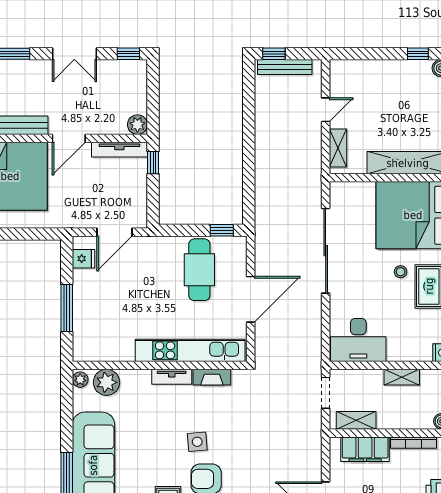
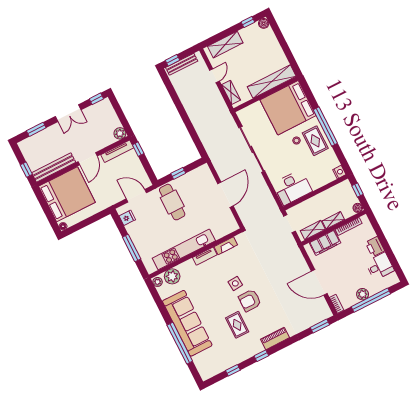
shelving: (366, 71) -> (225, 45), added
window: (222, 230) -> (178, 173), moved
door: (114, 232) -> (136, 196), swing flipped
cafe table: (199, 270) -> (172, 202), moved
kitchen unit: (190, 350) -> (184, 249), moved
shelving: (402, 377) -> (333, 220), moved

